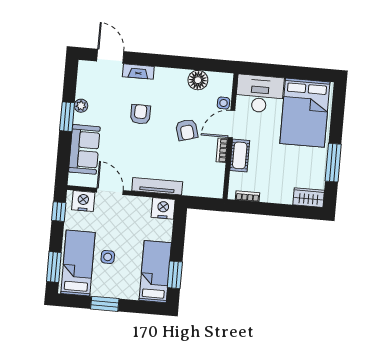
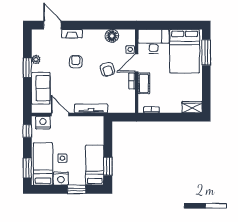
window: (333, 163) -> (206, 52), moved
nightstand: (163, 208) -> (61, 179), moved, turned 180
window: (105, 304) -> (77, 189), moved

